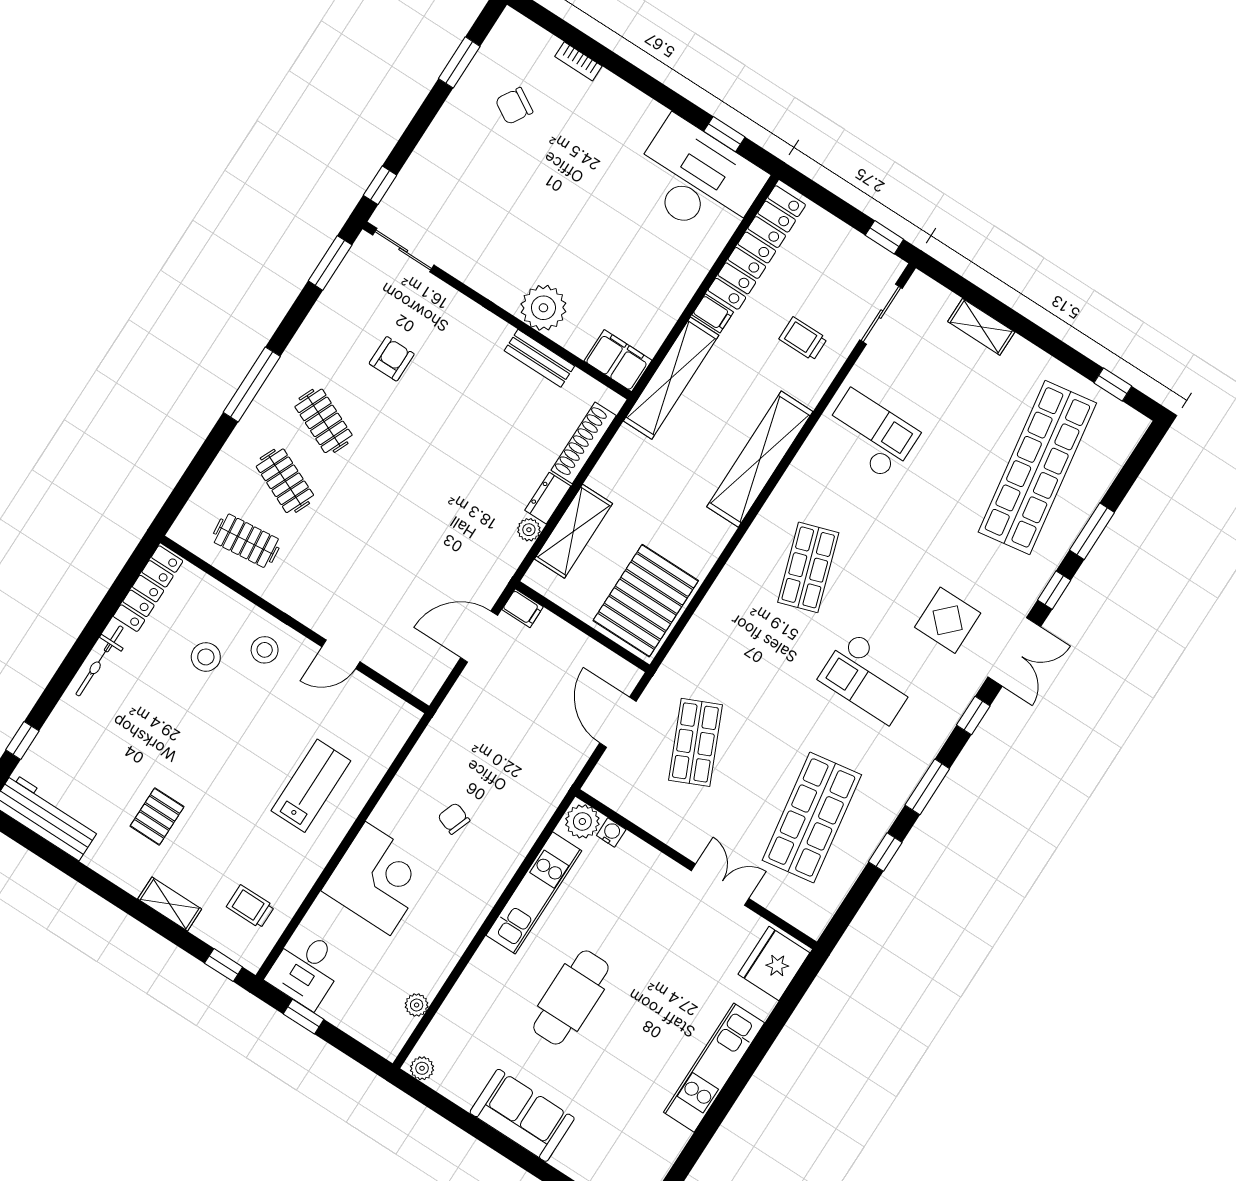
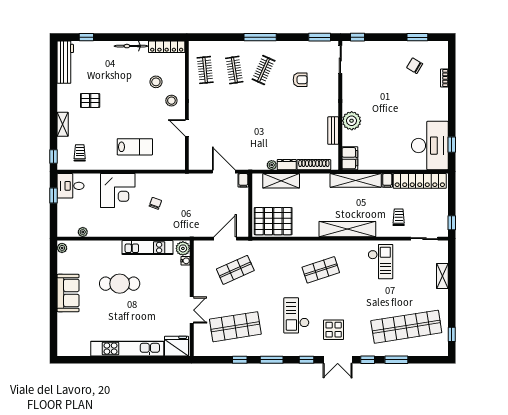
clothes rail: (285, 481) -> (234, 70), turned -33
kitchen unit: (714, 1068) -> (127, 349), width x1.36

